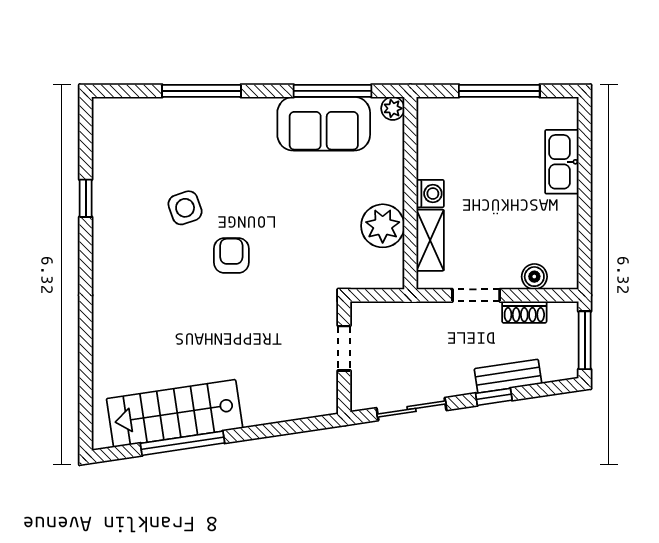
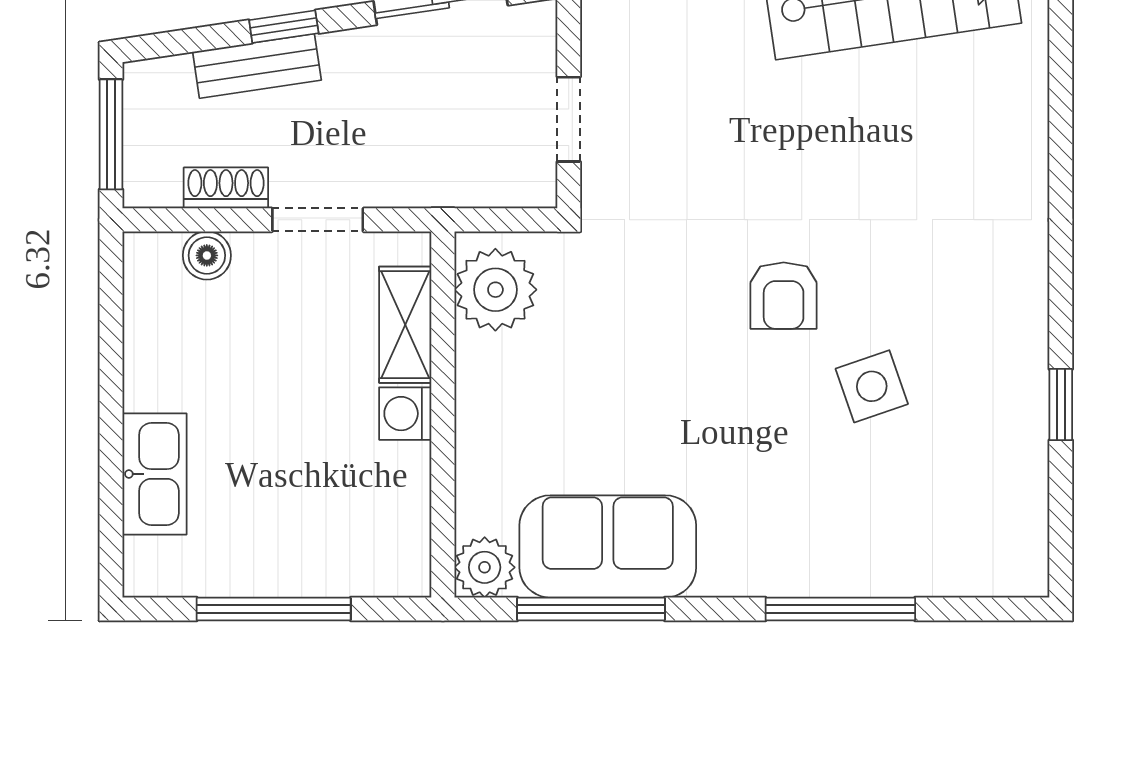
plant: (393, 108) -> (485, 567), width x1.38, depth x1.38
plant: (383, 226) -> (495, 290), moved

